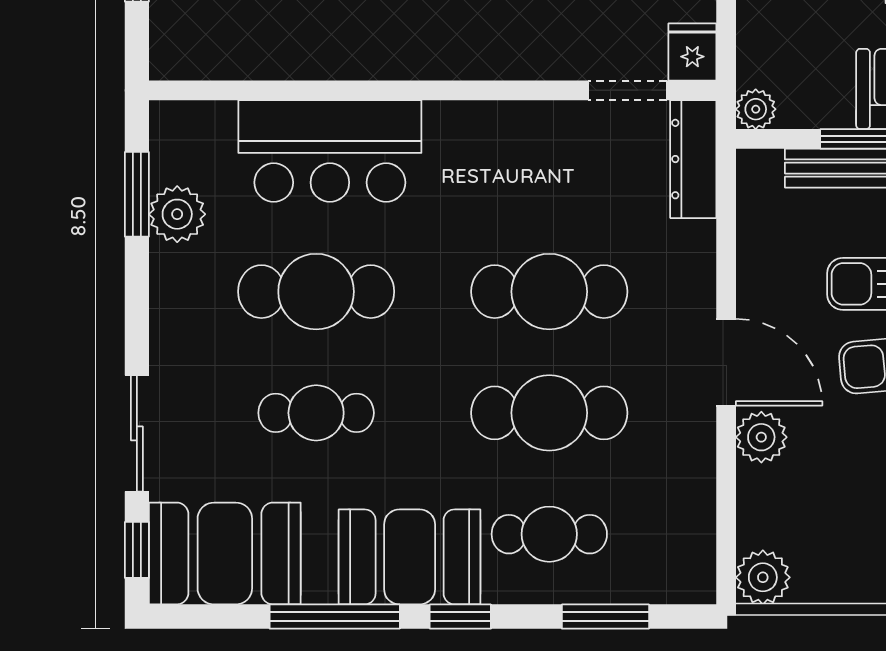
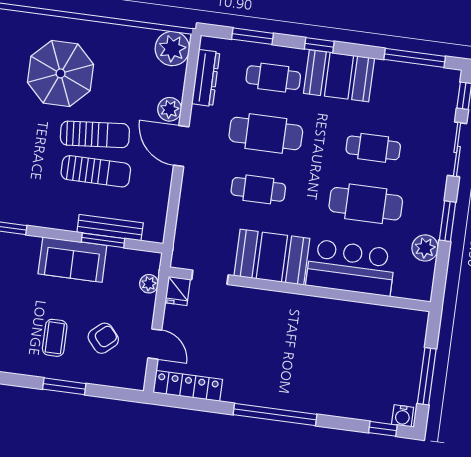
plant: (756, 109) -> (149, 284), moved
dresser: (693, 159) -> (206, 78), moved
window: (137, 194) -> (447, 221), moved
cafe table: (549, 292) -> (258, 189), width x0.73, depth x0.74
booth: (225, 553) -> (272, 257), moved
plant: (763, 577) -> (172, 49), width x1.36, depth x1.36
window: (335, 617) -> (415, 58), moved

